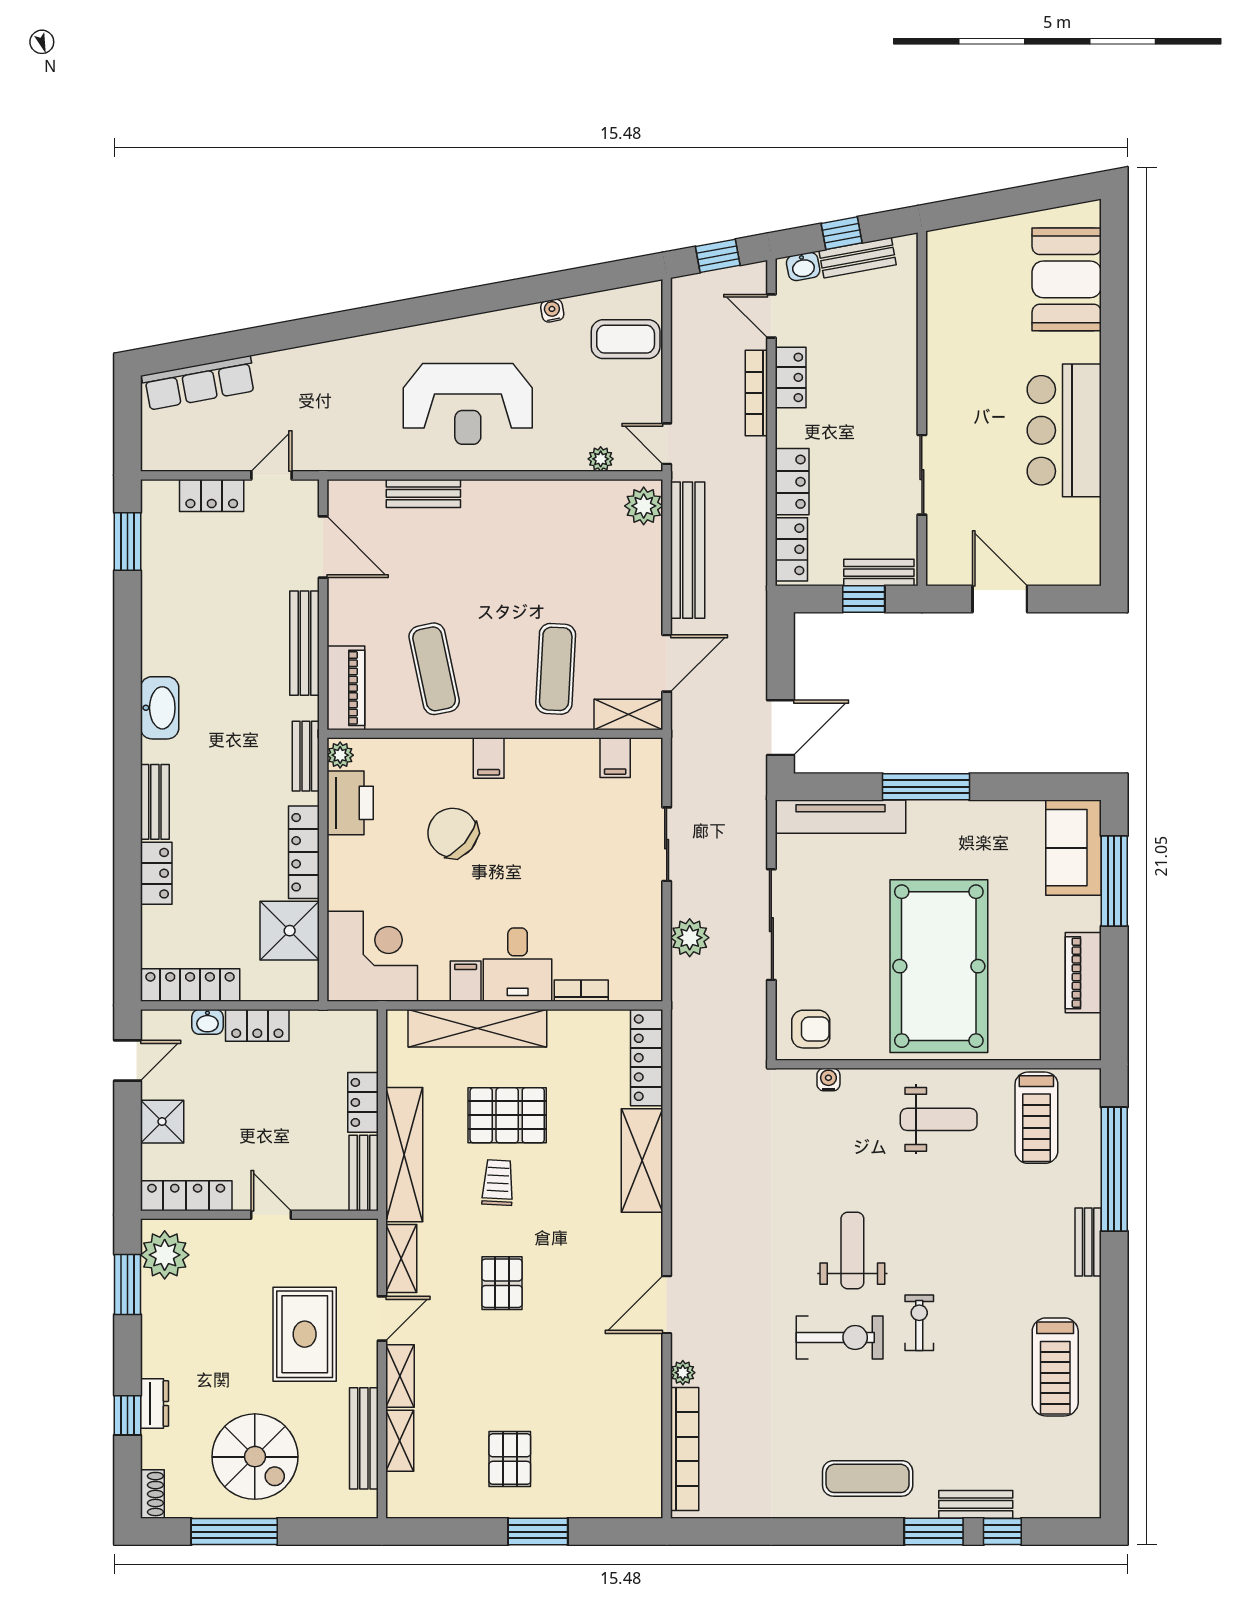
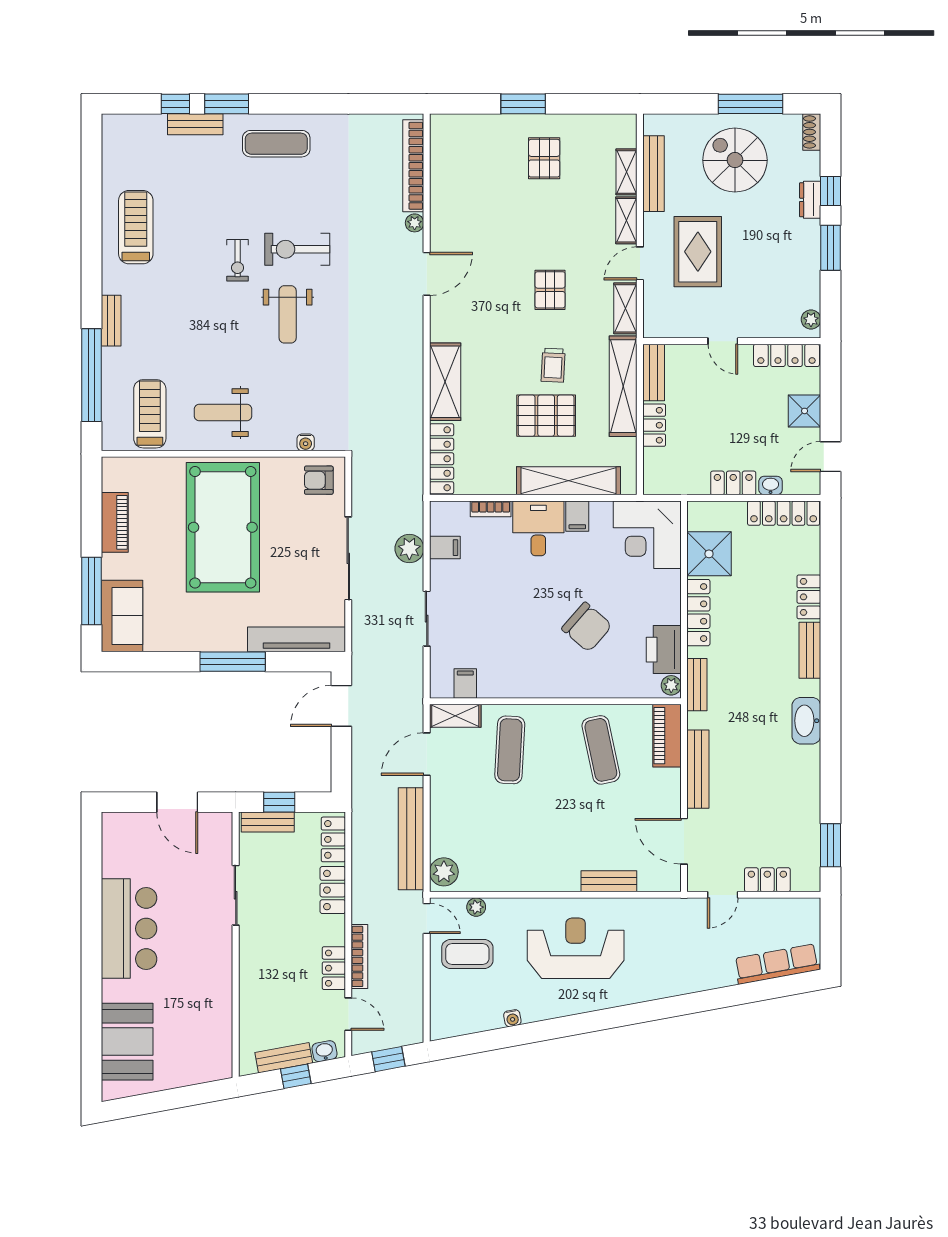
coffee table: (626, 339) -> (467, 954), moved
filing cabinet: (489, 758) -> (445, 548), moved, turned 90
plant: (165, 1255) -> (811, 319), width x0.53, depth x0.53
window: (127, 1284) -> (830, 248), moved

